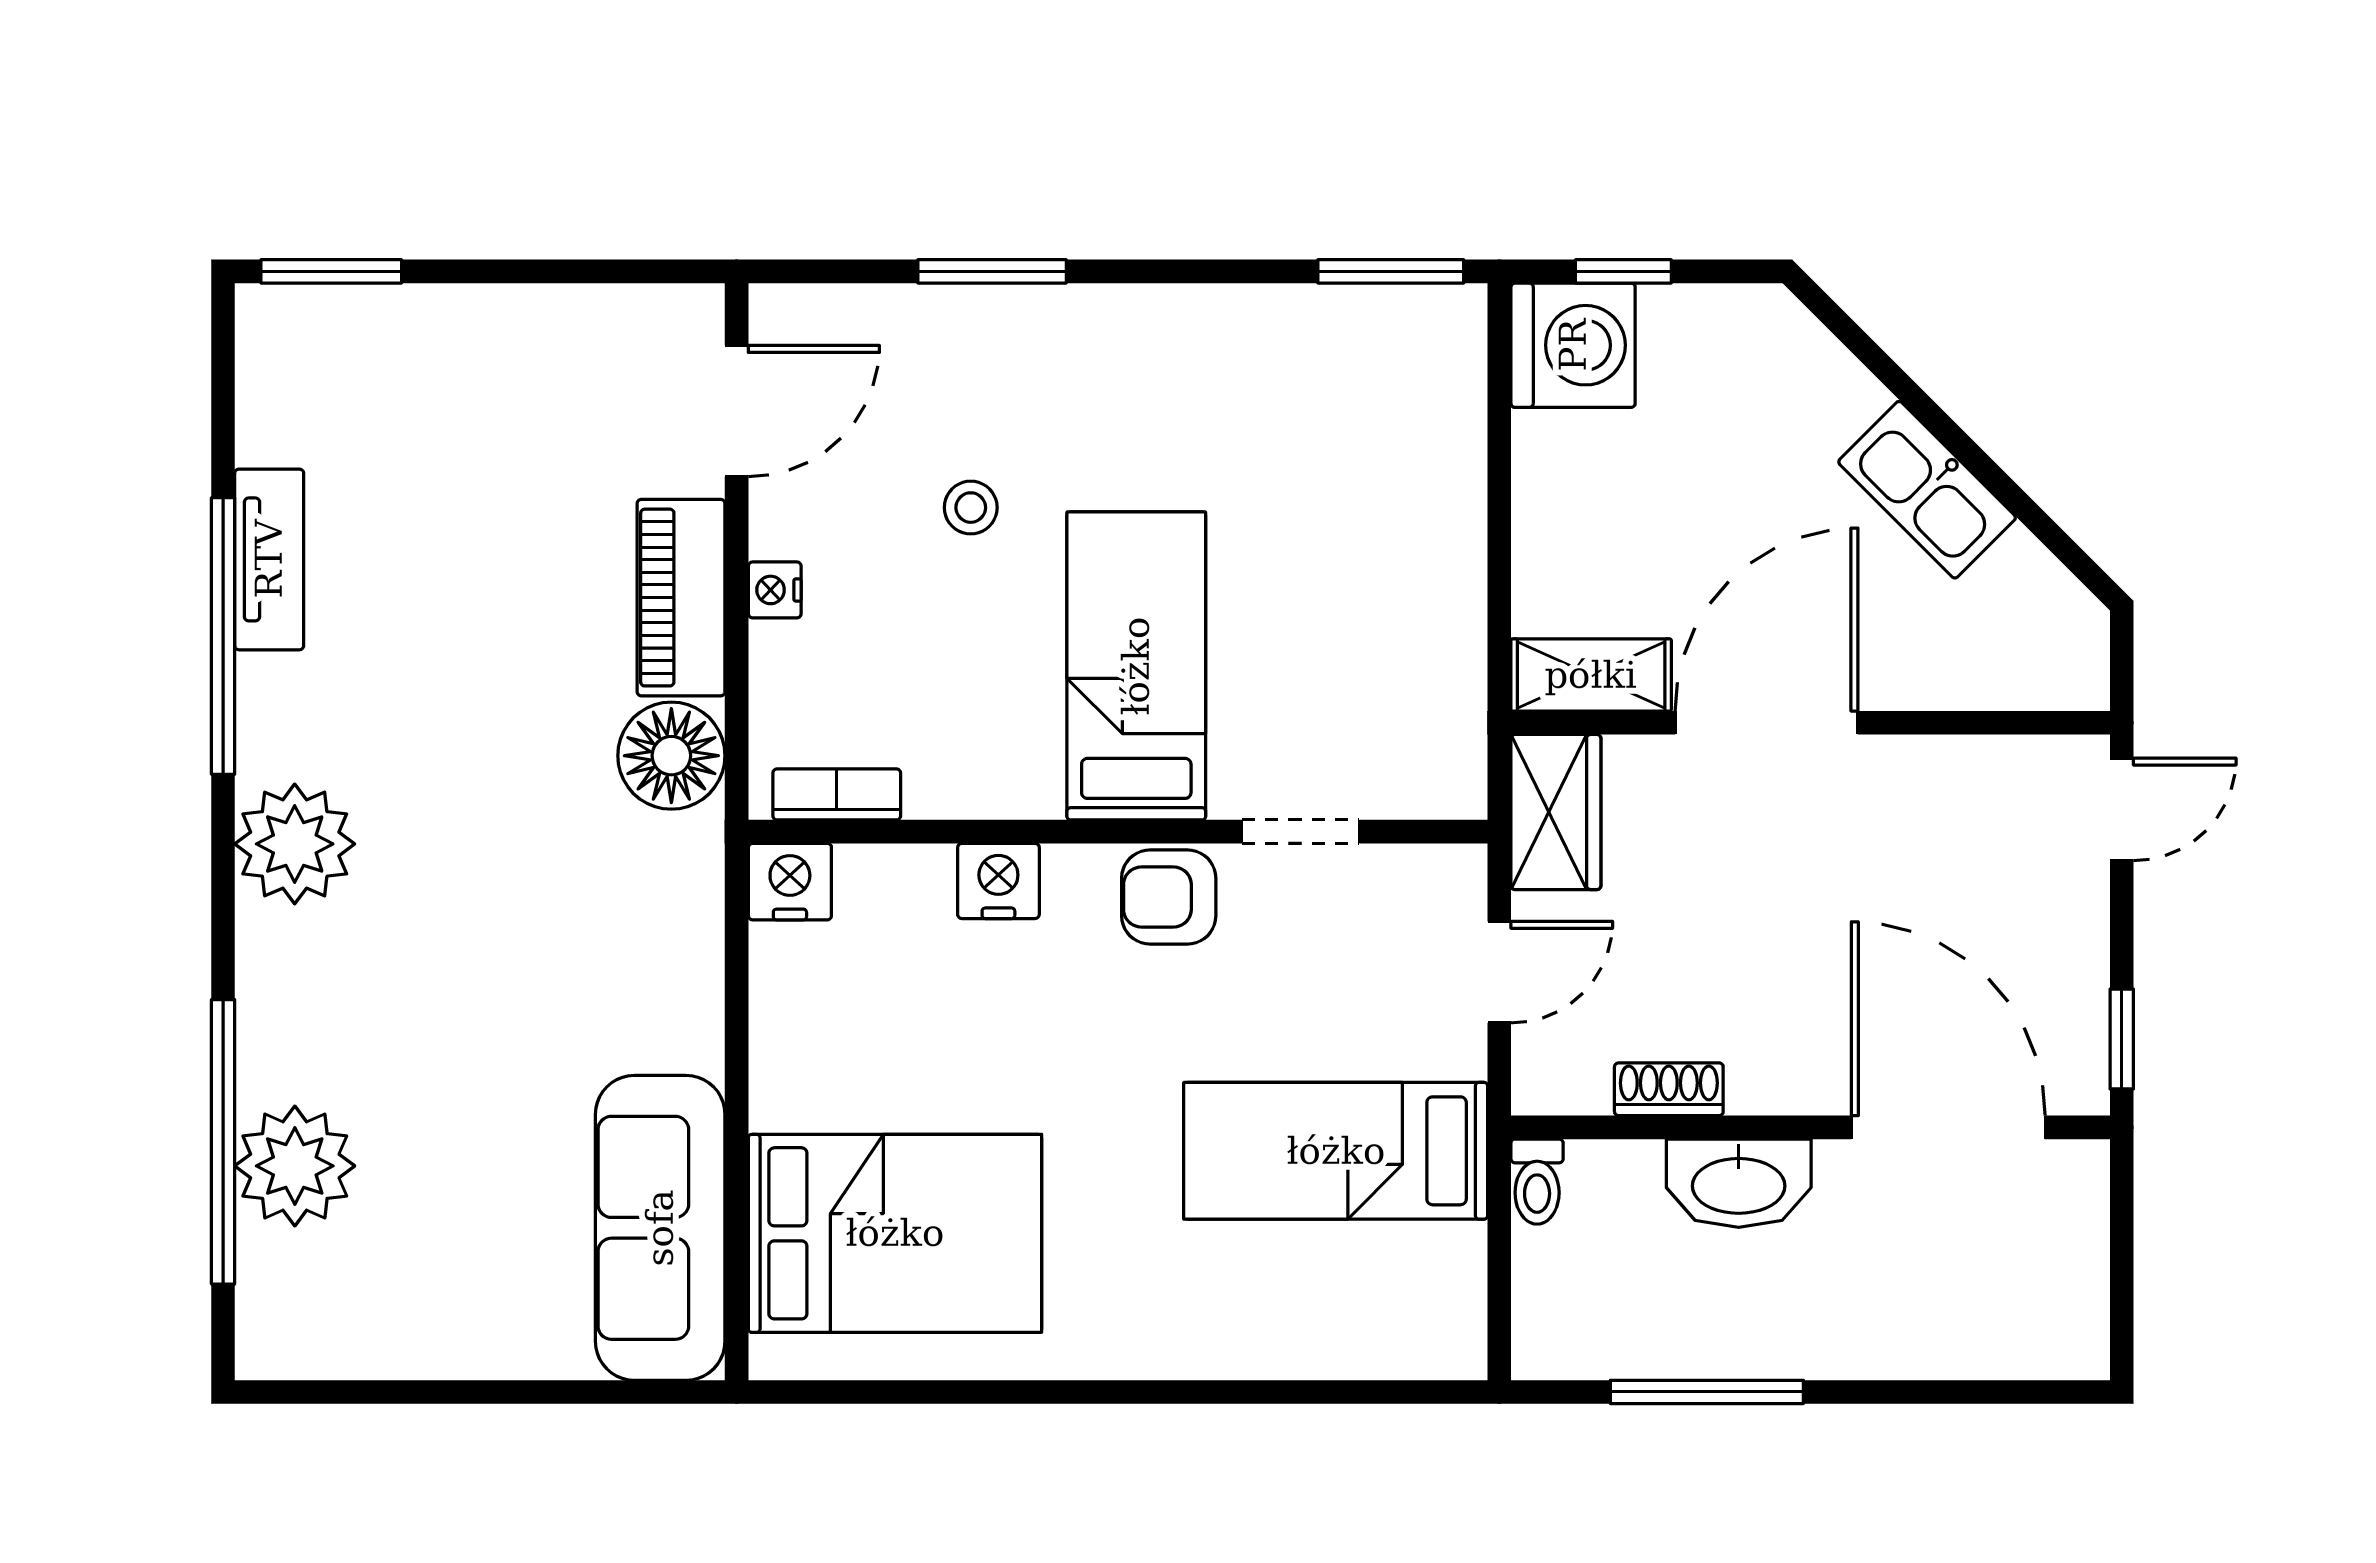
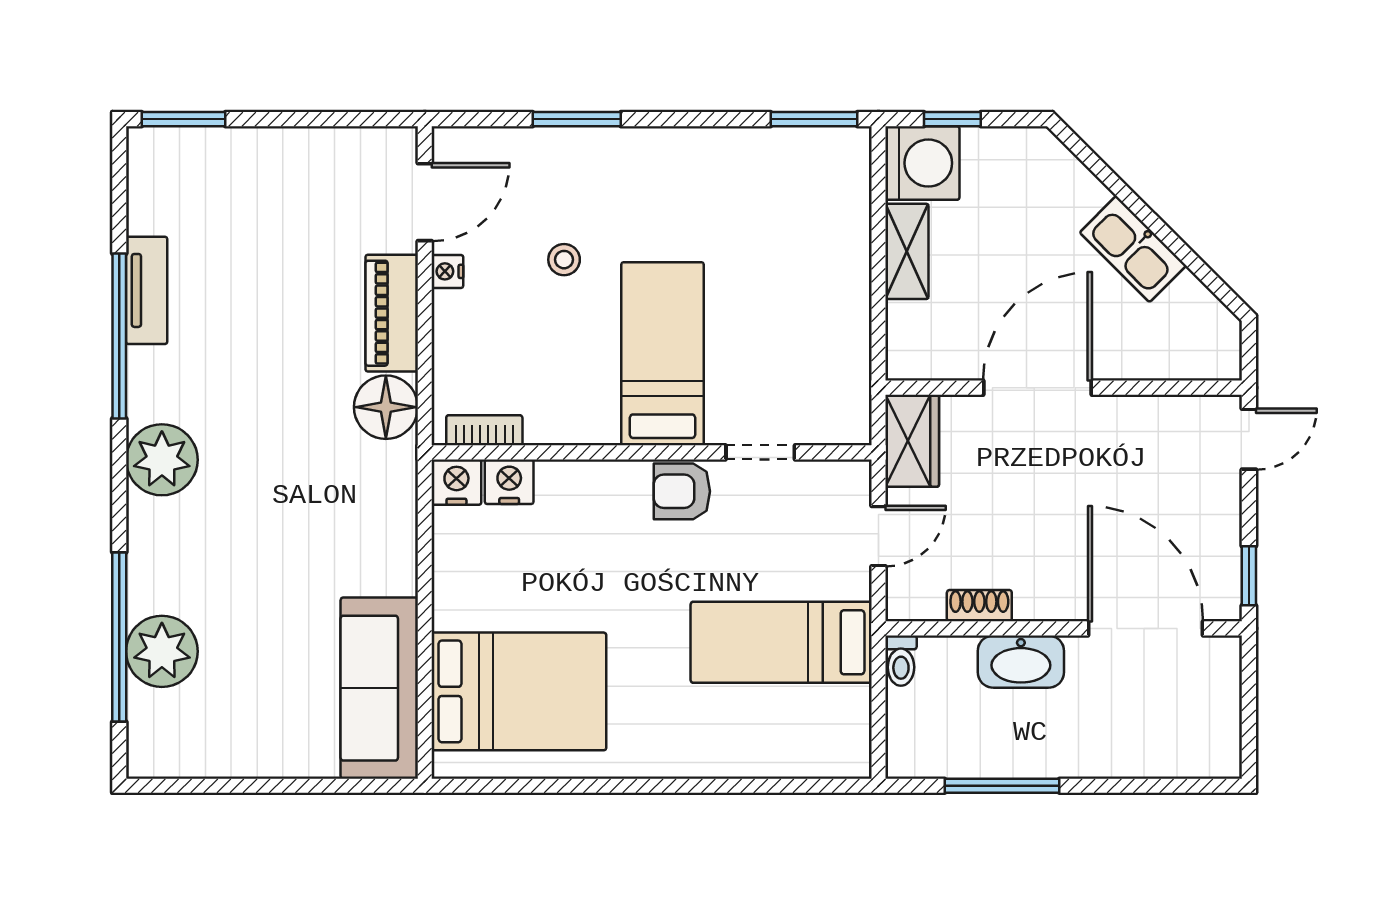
nightstand: (775, 590) -> (447, 271), moved
shelving: (1591, 675) -> (907, 251), moved, turned 90
nightstand: (998, 881) -> (509, 482), moved

